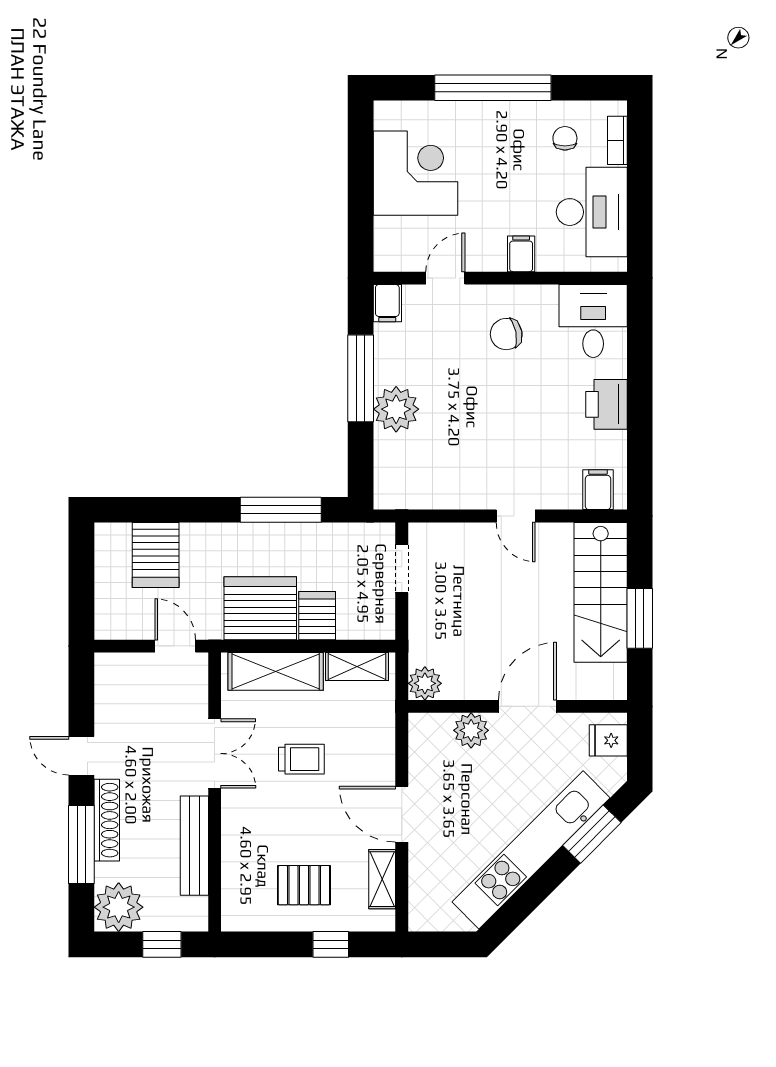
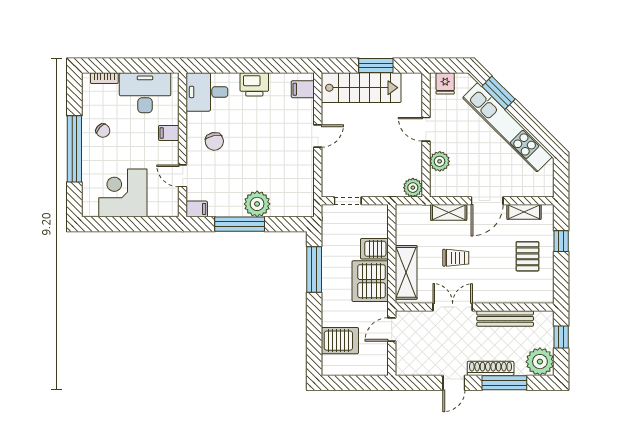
chair: (565, 138) -> (103, 131), moved, turned -138
shelving: (357, 667) -> (449, 212), moved, turned 90
door: (528, 706) -> (426, 129), width x0.73
trolley: (301, 759) -> (456, 258), turned 90

